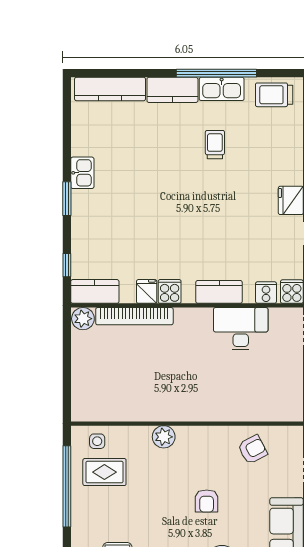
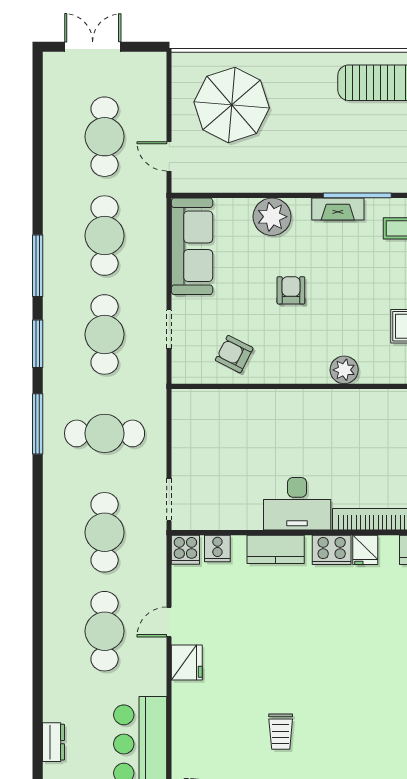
cooker: (170, 291) -> (332, 550), width x1.36
desk: (241, 329) -> (297, 504), moved
armchair: (252, 450) -> (234, 354), turned 55

